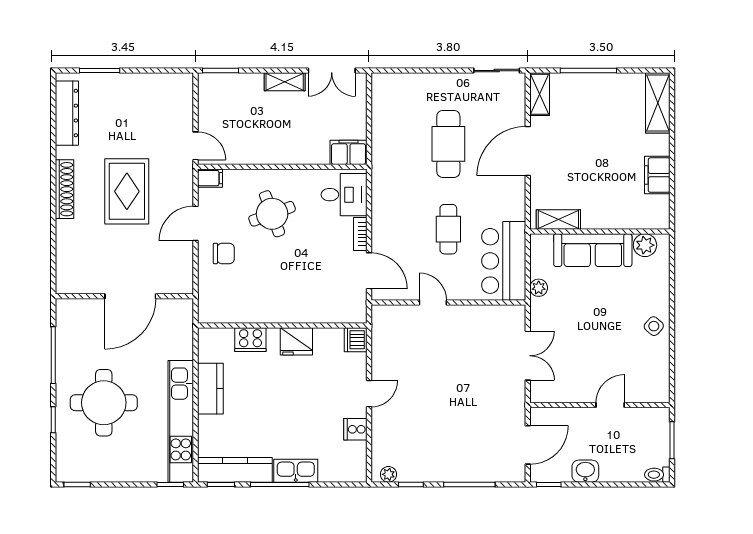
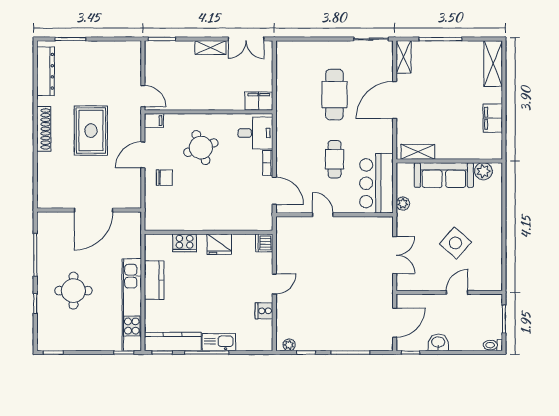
side table: (654, 326) -> (455, 243), moved, width x1.87, depth x1.87
round table: (104, 403) -> (73, 291), width x0.73, depth x0.73

